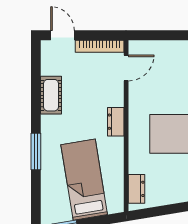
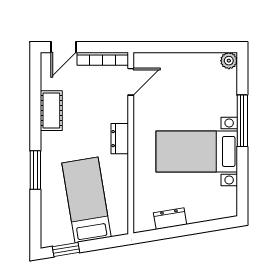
door: (62, 35) -> (63, 47), swing flipped
dresser: (137, 189) -> (170, 219), moved, turned -99

